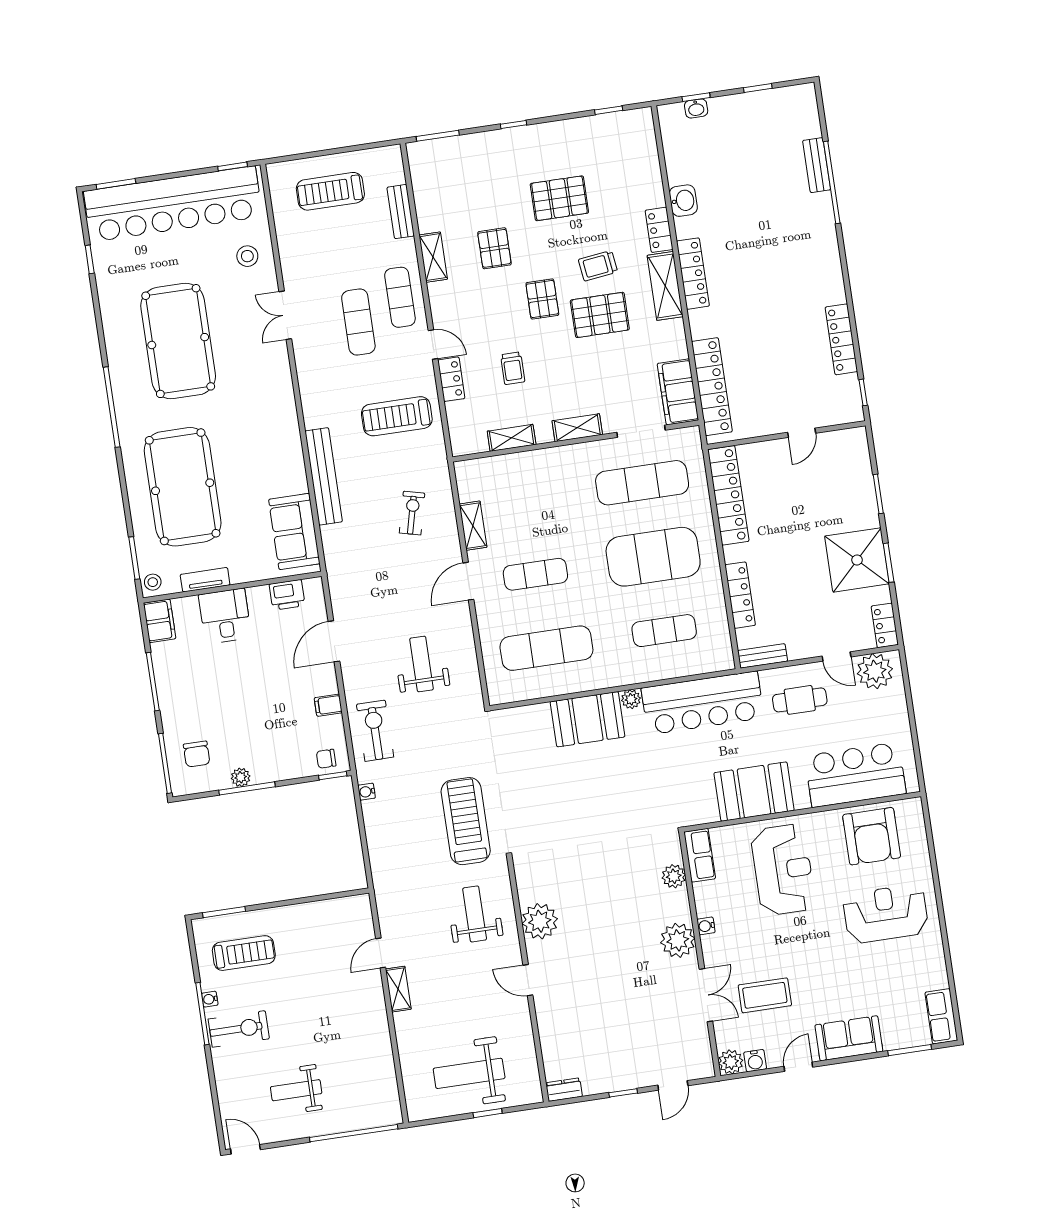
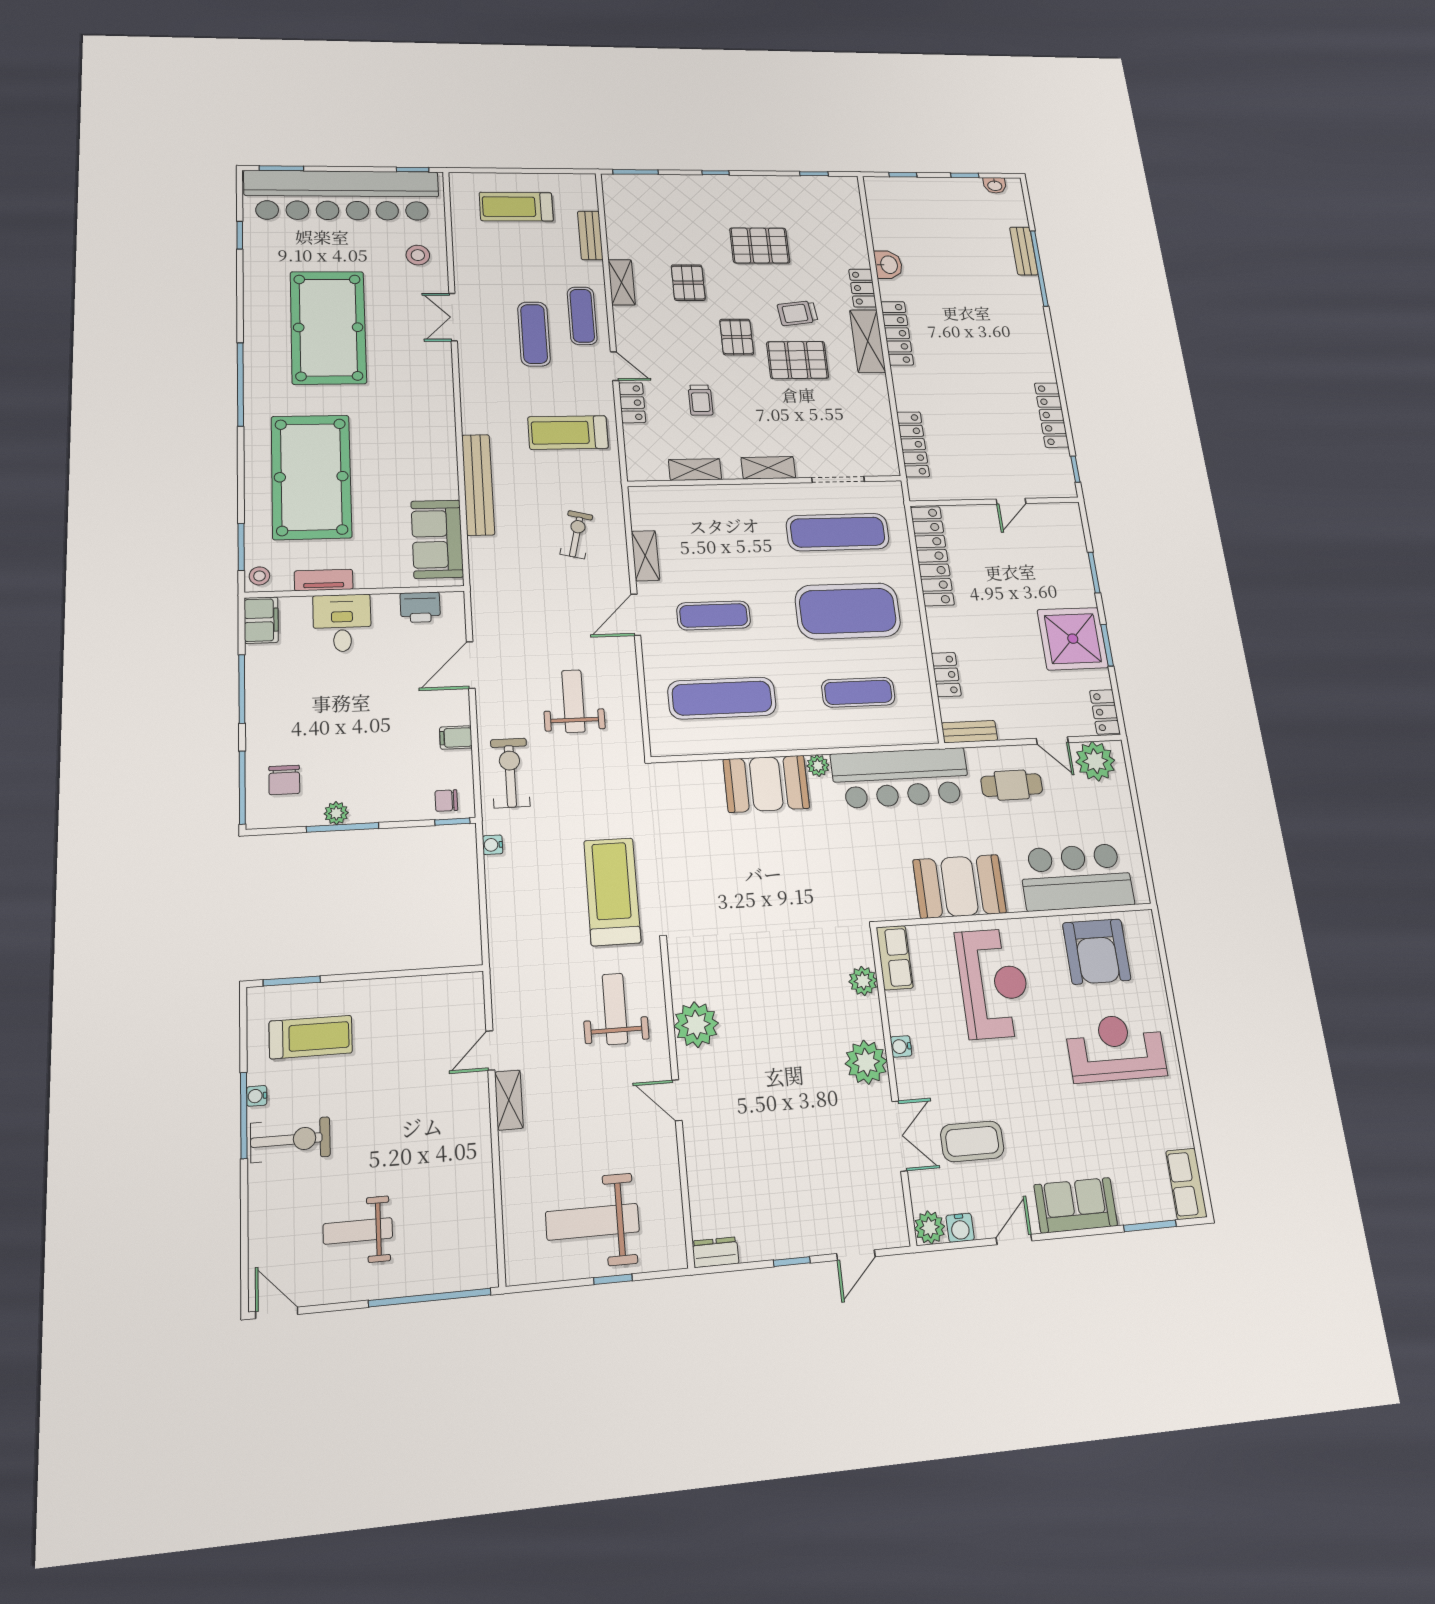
washbasin: (696, 108) -> (995, 185), moved
locker: (712, 387) -> (913, 444), width x0.71, depth x0.83
filing cabinet: (678, 392) -> (879, 445), removed
locker: (740, 595) -> (946, 675), width x0.66

